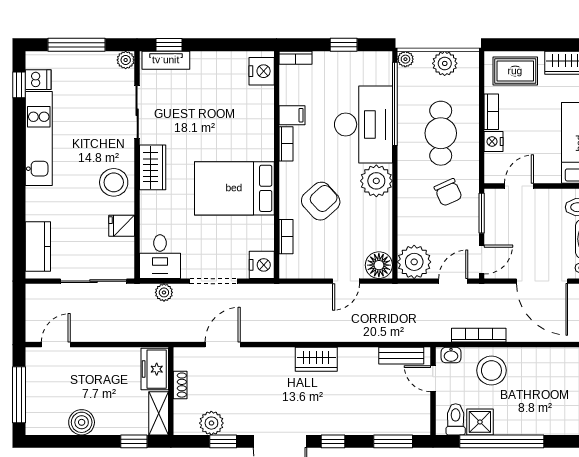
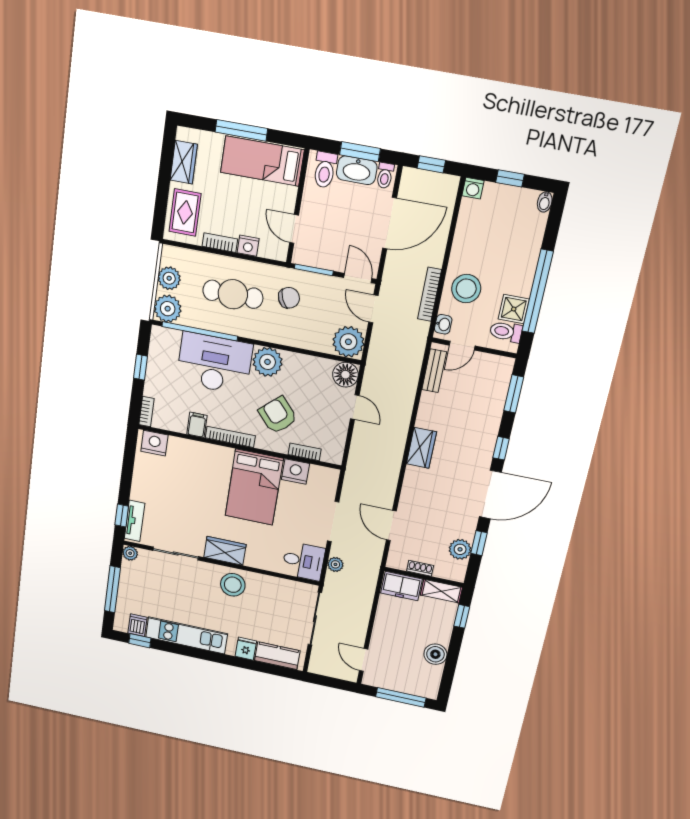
plant: (405, 59) -> (168, 309), width x1.88, depth x1.88
bookcase: (286, 144) -> (230, 437), width x1.56
fridge: (122, 226) -> (246, 649), moved, turned 180
nightstand: (262, 265) -> (295, 472), moved

